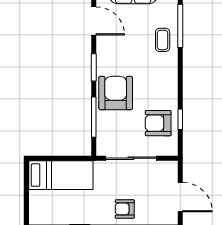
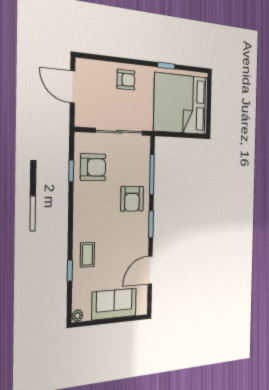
door: (94, 21) -> (150, 270), hinge flipped
window: (180, 26) -> (70, 271), width x0.46
armchair: (116, 93) -> (132, 199), width x0.73, depth x0.73
bed: (61, 175) -> (181, 104), width x2.04

